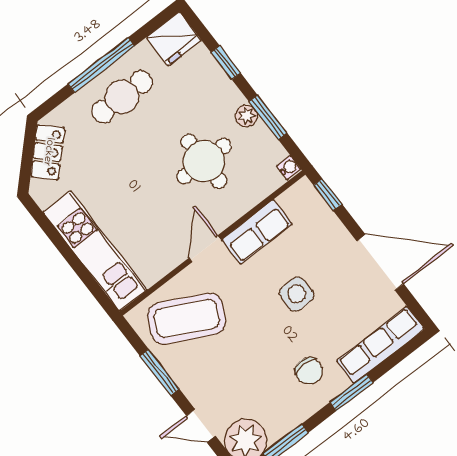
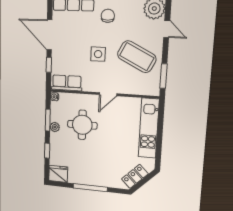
cafe table: (122, 97) -> (92, 171), removed
window: (328, 195) -> (49, 65), moved
row of seats: (257, 232) -> (67, 83), moved
side table: (297, 294) -> (98, 54), moved
coffee table: (187, 319) -> (137, 57), moved
window: (160, 372) -> (164, 76), moved

